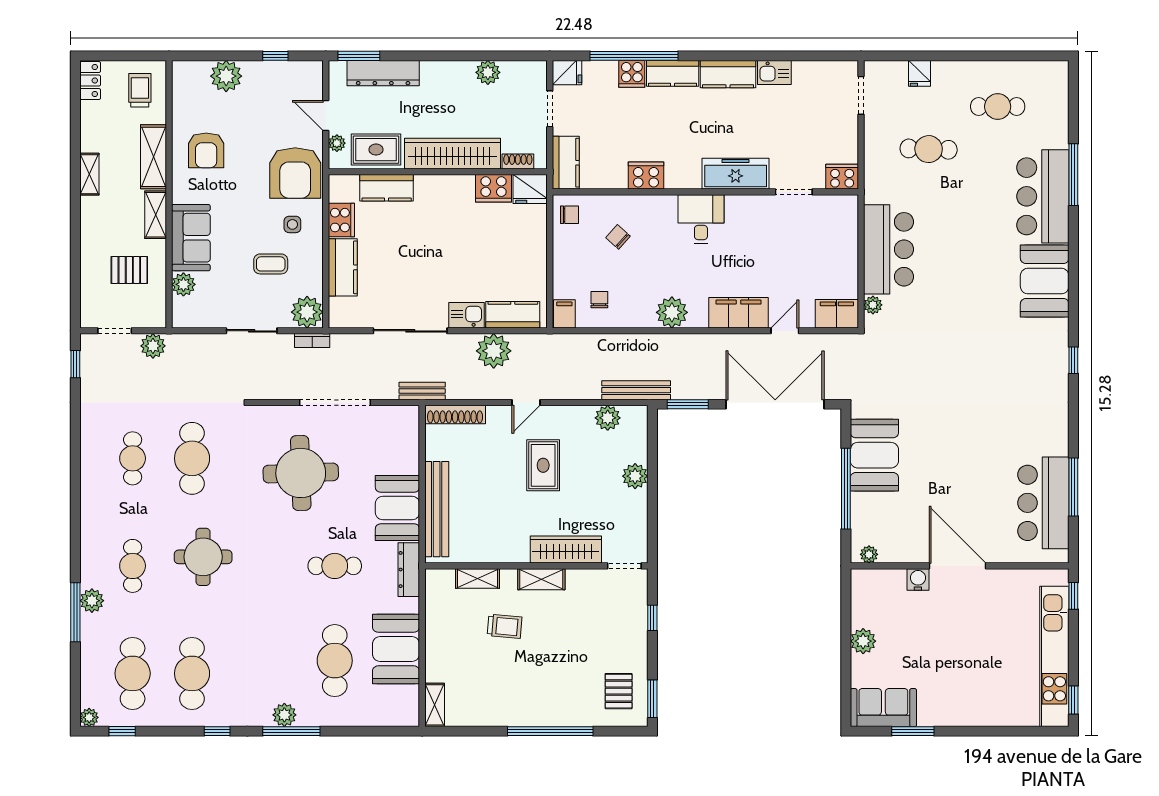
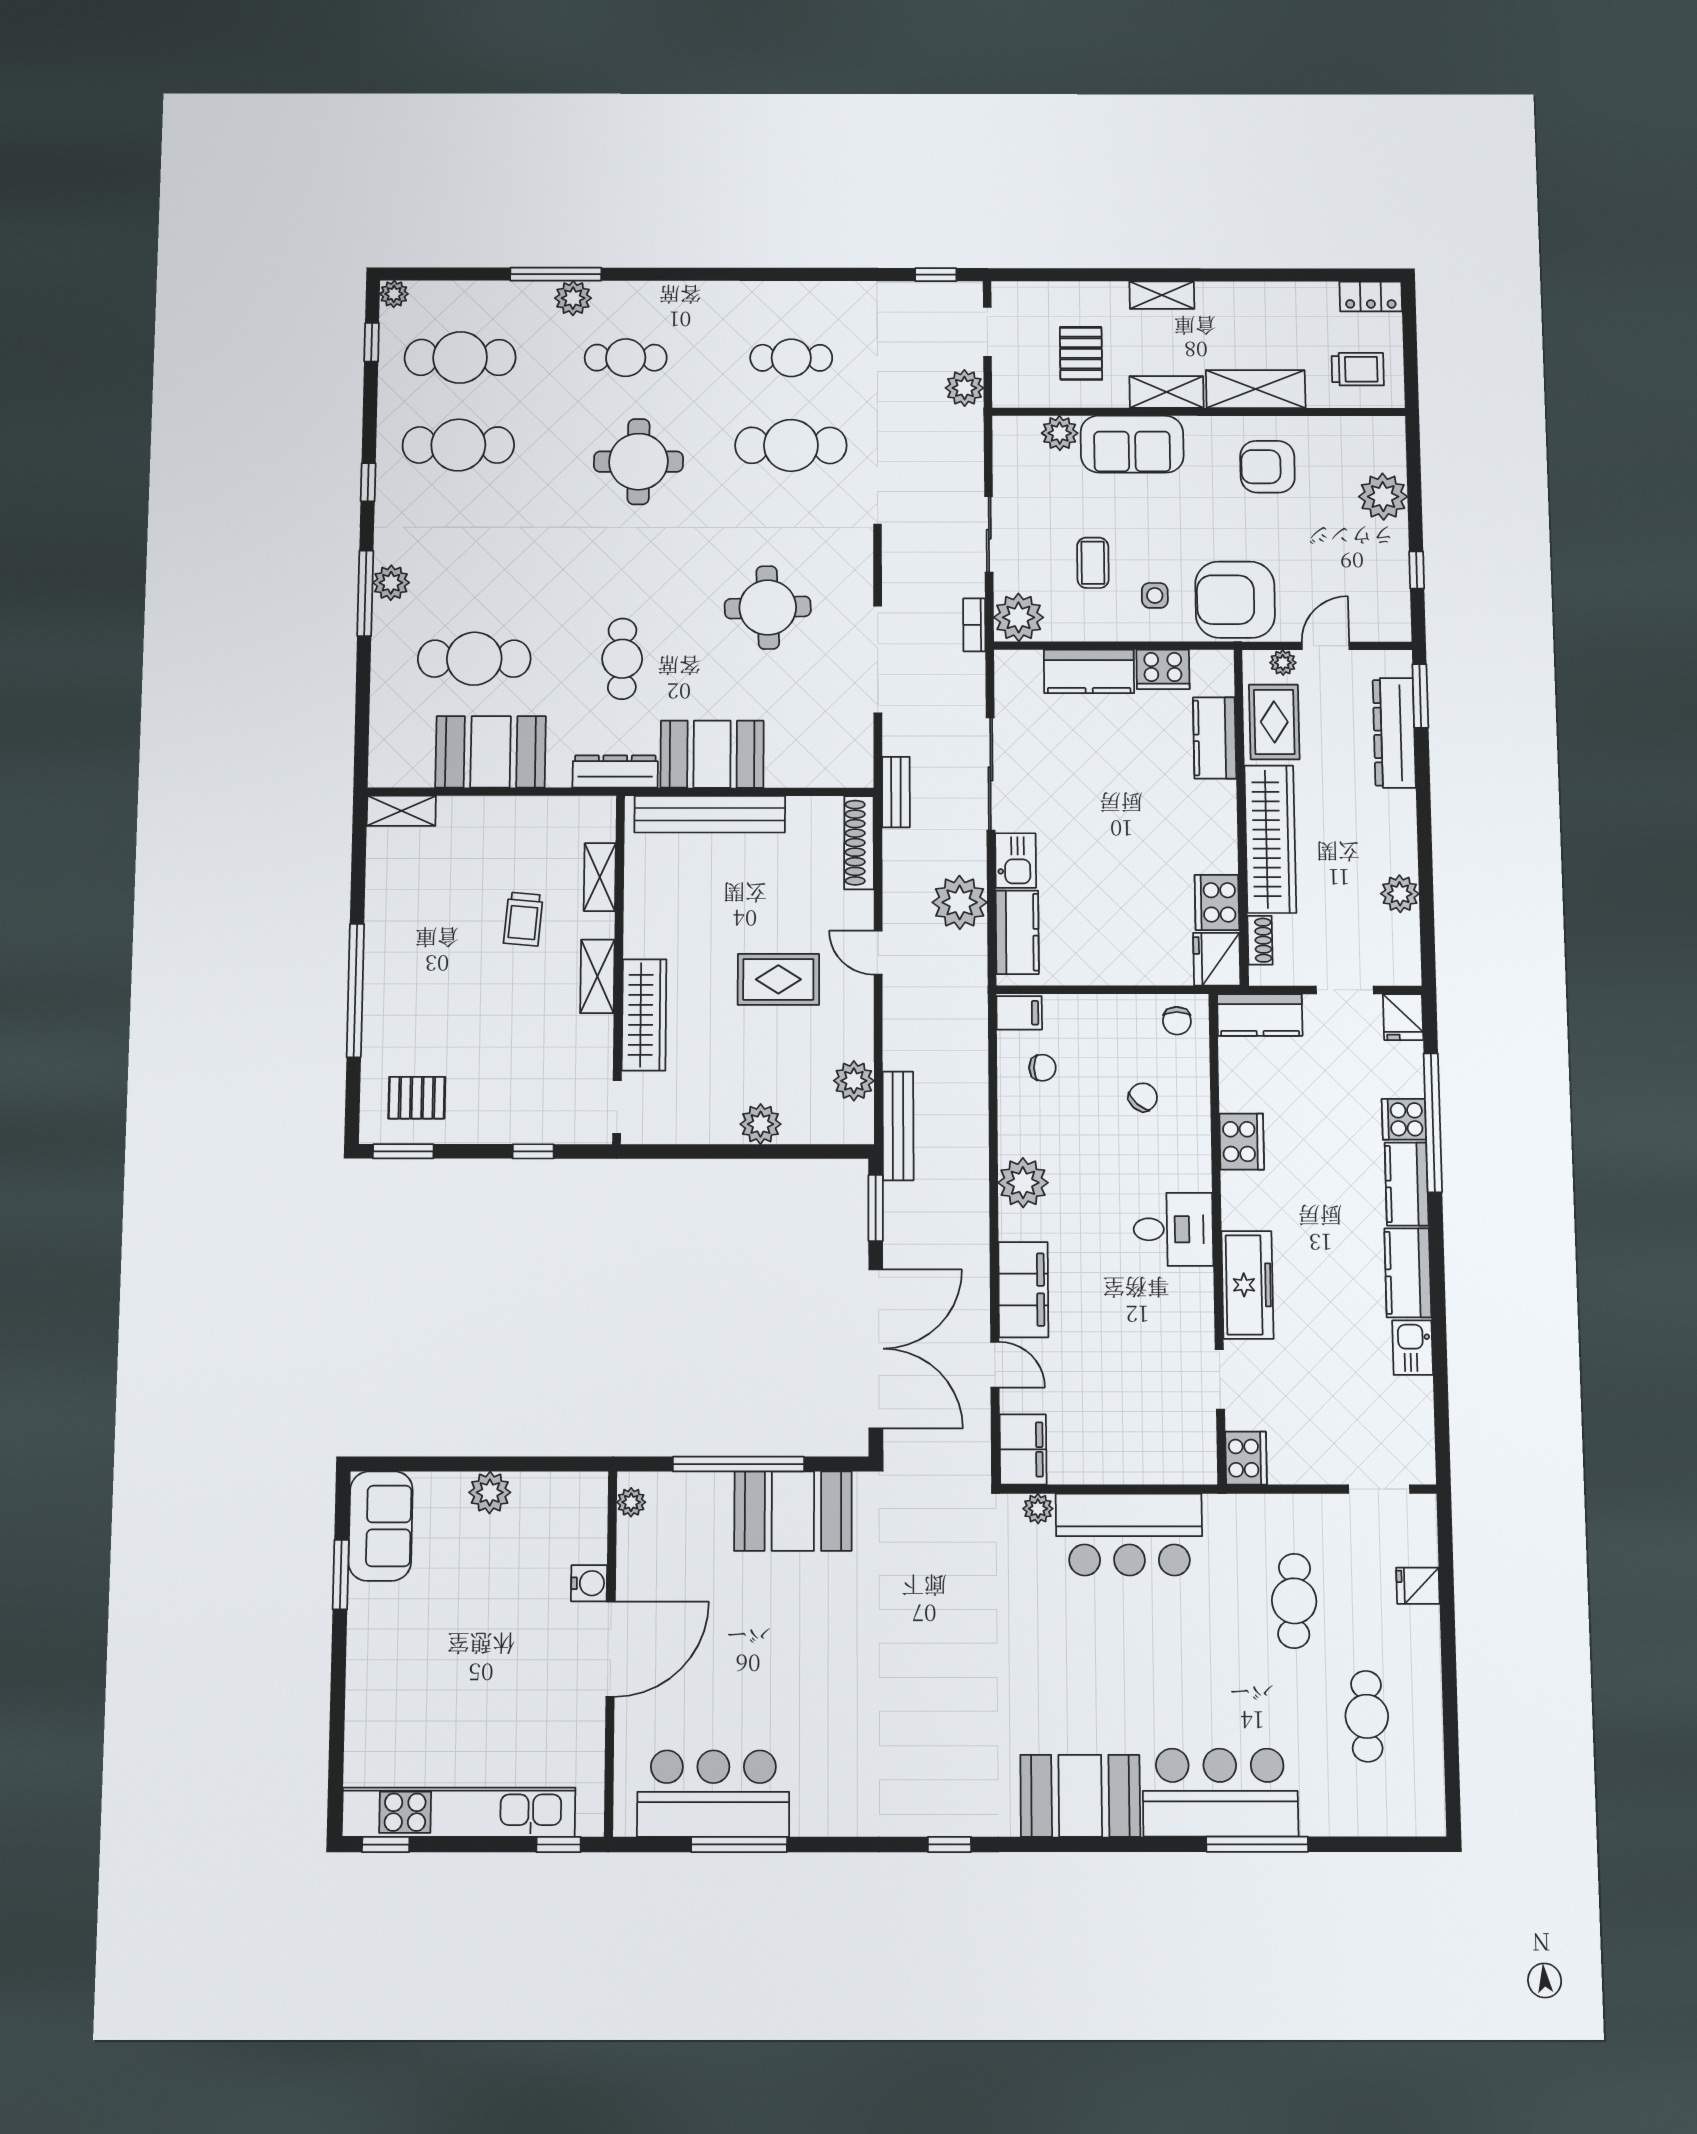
shelving: (89, 174) -> (1162, 295), moved
round table: (301, 473) -> (768, 608), width x0.73, depth x0.73

